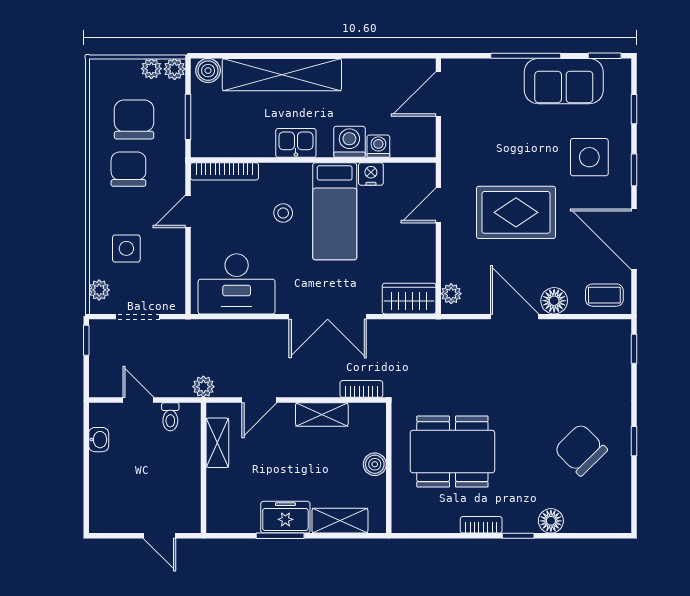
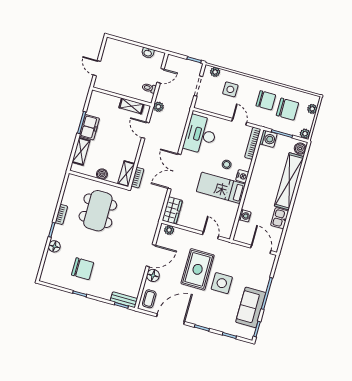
plant: (151, 69) -> (312, 109), moved
washing machine: (349, 142) -> (268, 139), moved
kitchen sink: (296, 143) -> (280, 218), moved, turned 180
side table: (589, 157) -> (222, 283), moved
nightstand: (371, 174) -> (242, 176), moved
bench: (621, 347) -> (124, 300), added
shelving: (322, 414) -> (126, 174), moved
chair: (581, 450) -> (83, 269), turned 45
door: (160, 536) -> (97, 68), hinge flipped

